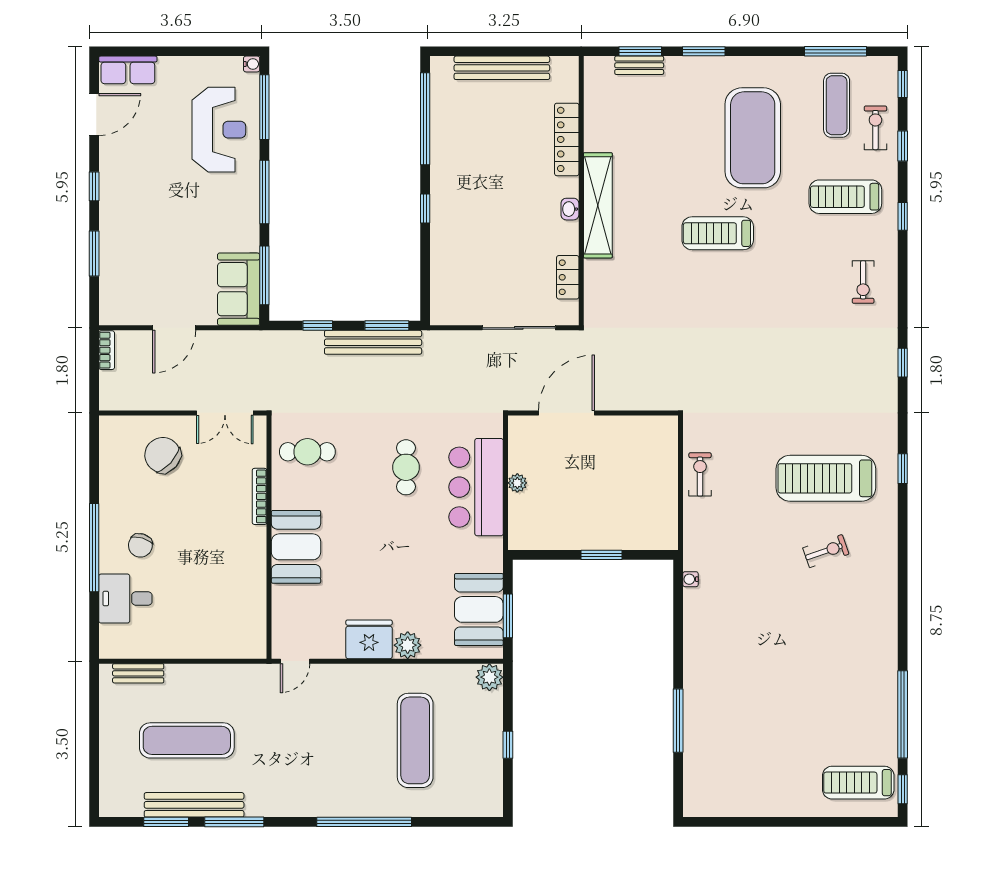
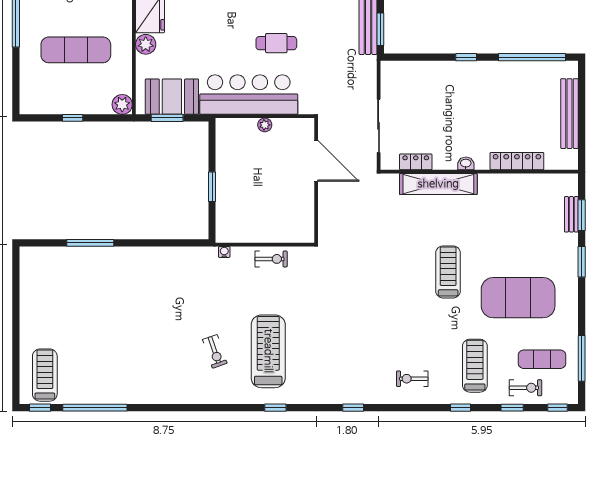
shelving: (598, 205) -> (438, 184), moved
bar counter: (476, 487) -> (249, 95), width x1.36
water cooler: (690, 579) -> (224, 252), moved

